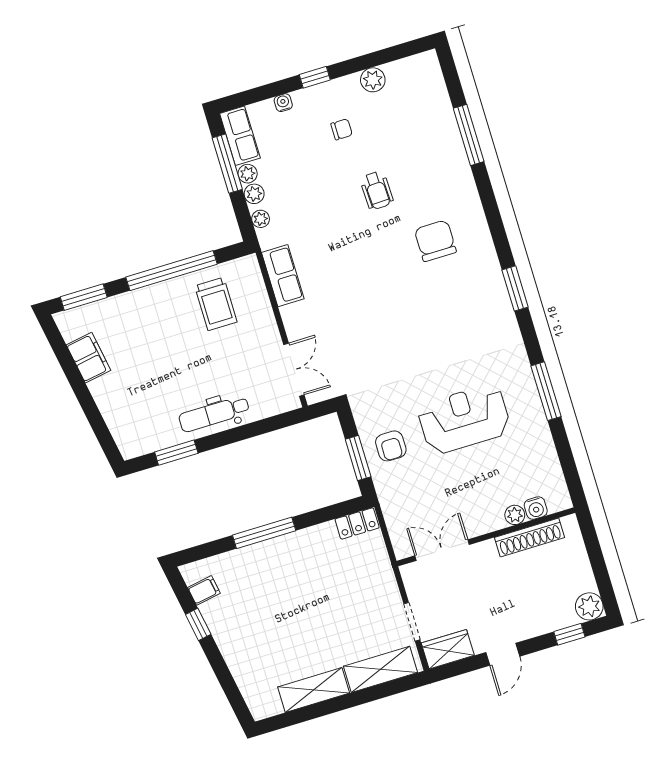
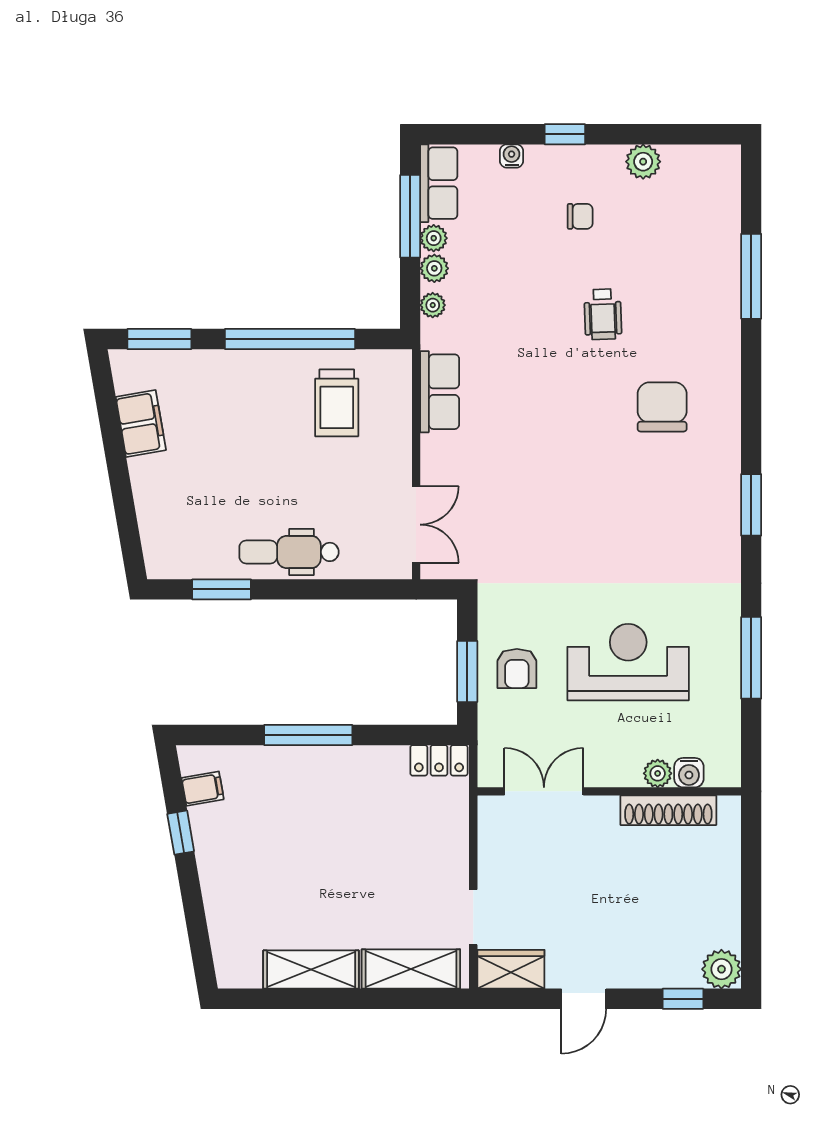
water cooler: (536, 508) -> (689, 773), moved
plant: (515, 515) -> (658, 773), moved
wall: (486, 537) -> (609, 791), moved
shoe rack: (529, 537) -> (668, 810), moved
double door: (442, 550) -> (544, 791), moved

